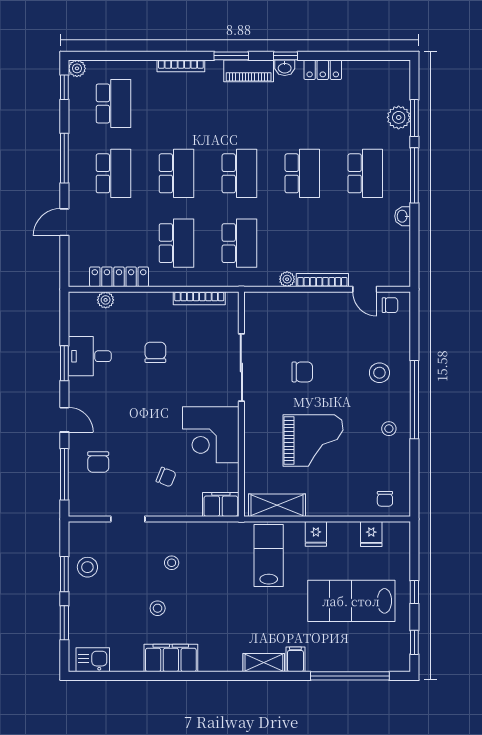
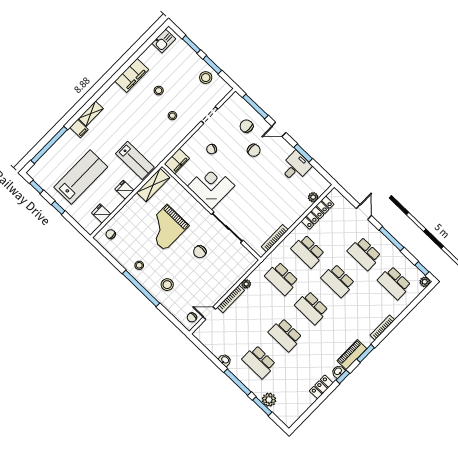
chair: (155, 352) -> (254, 150), moved

